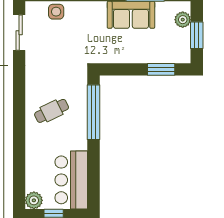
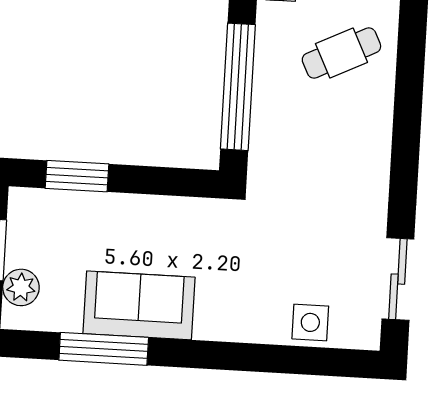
cafe table: (52, 111) -> (341, 53), moved

